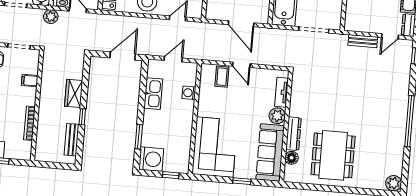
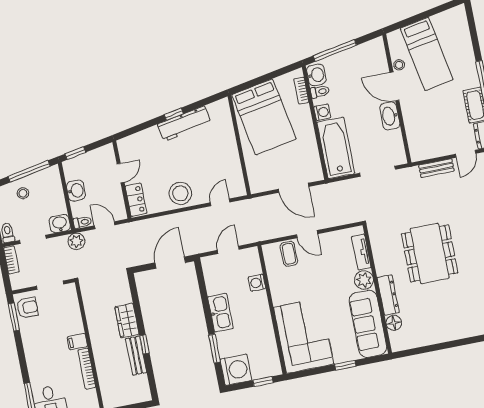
filing cabinet: (30, 81) -> (77, 342), moved
kitchen sink: (153, 94) -> (220, 313), moved
bench: (72, 140) -> (136, 356), moved
dining table: (333, 155) -> (430, 253), moved

